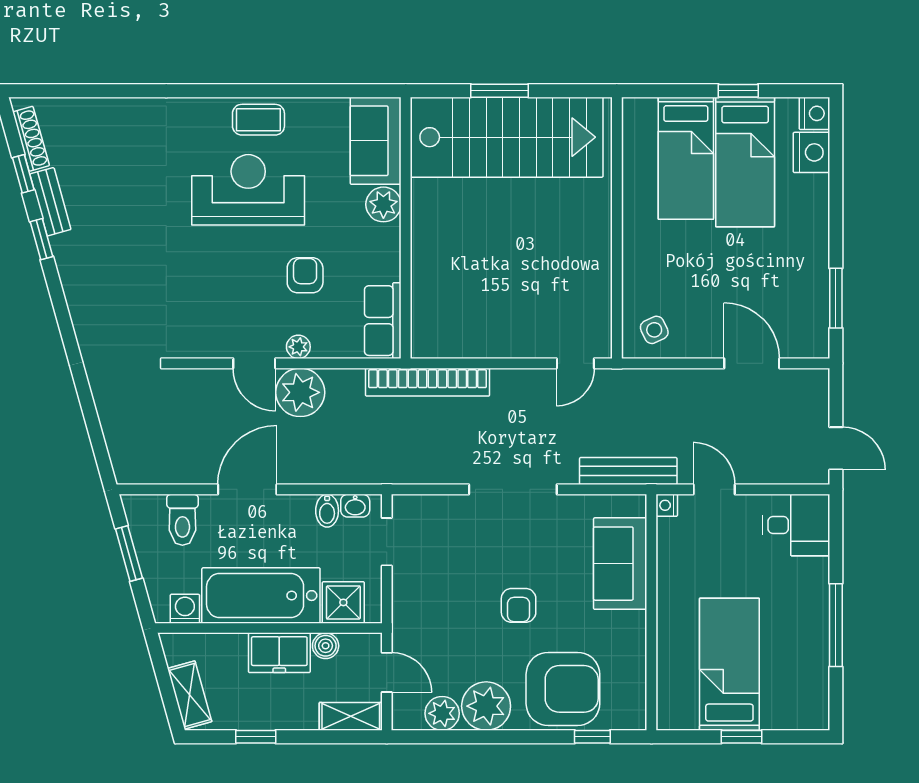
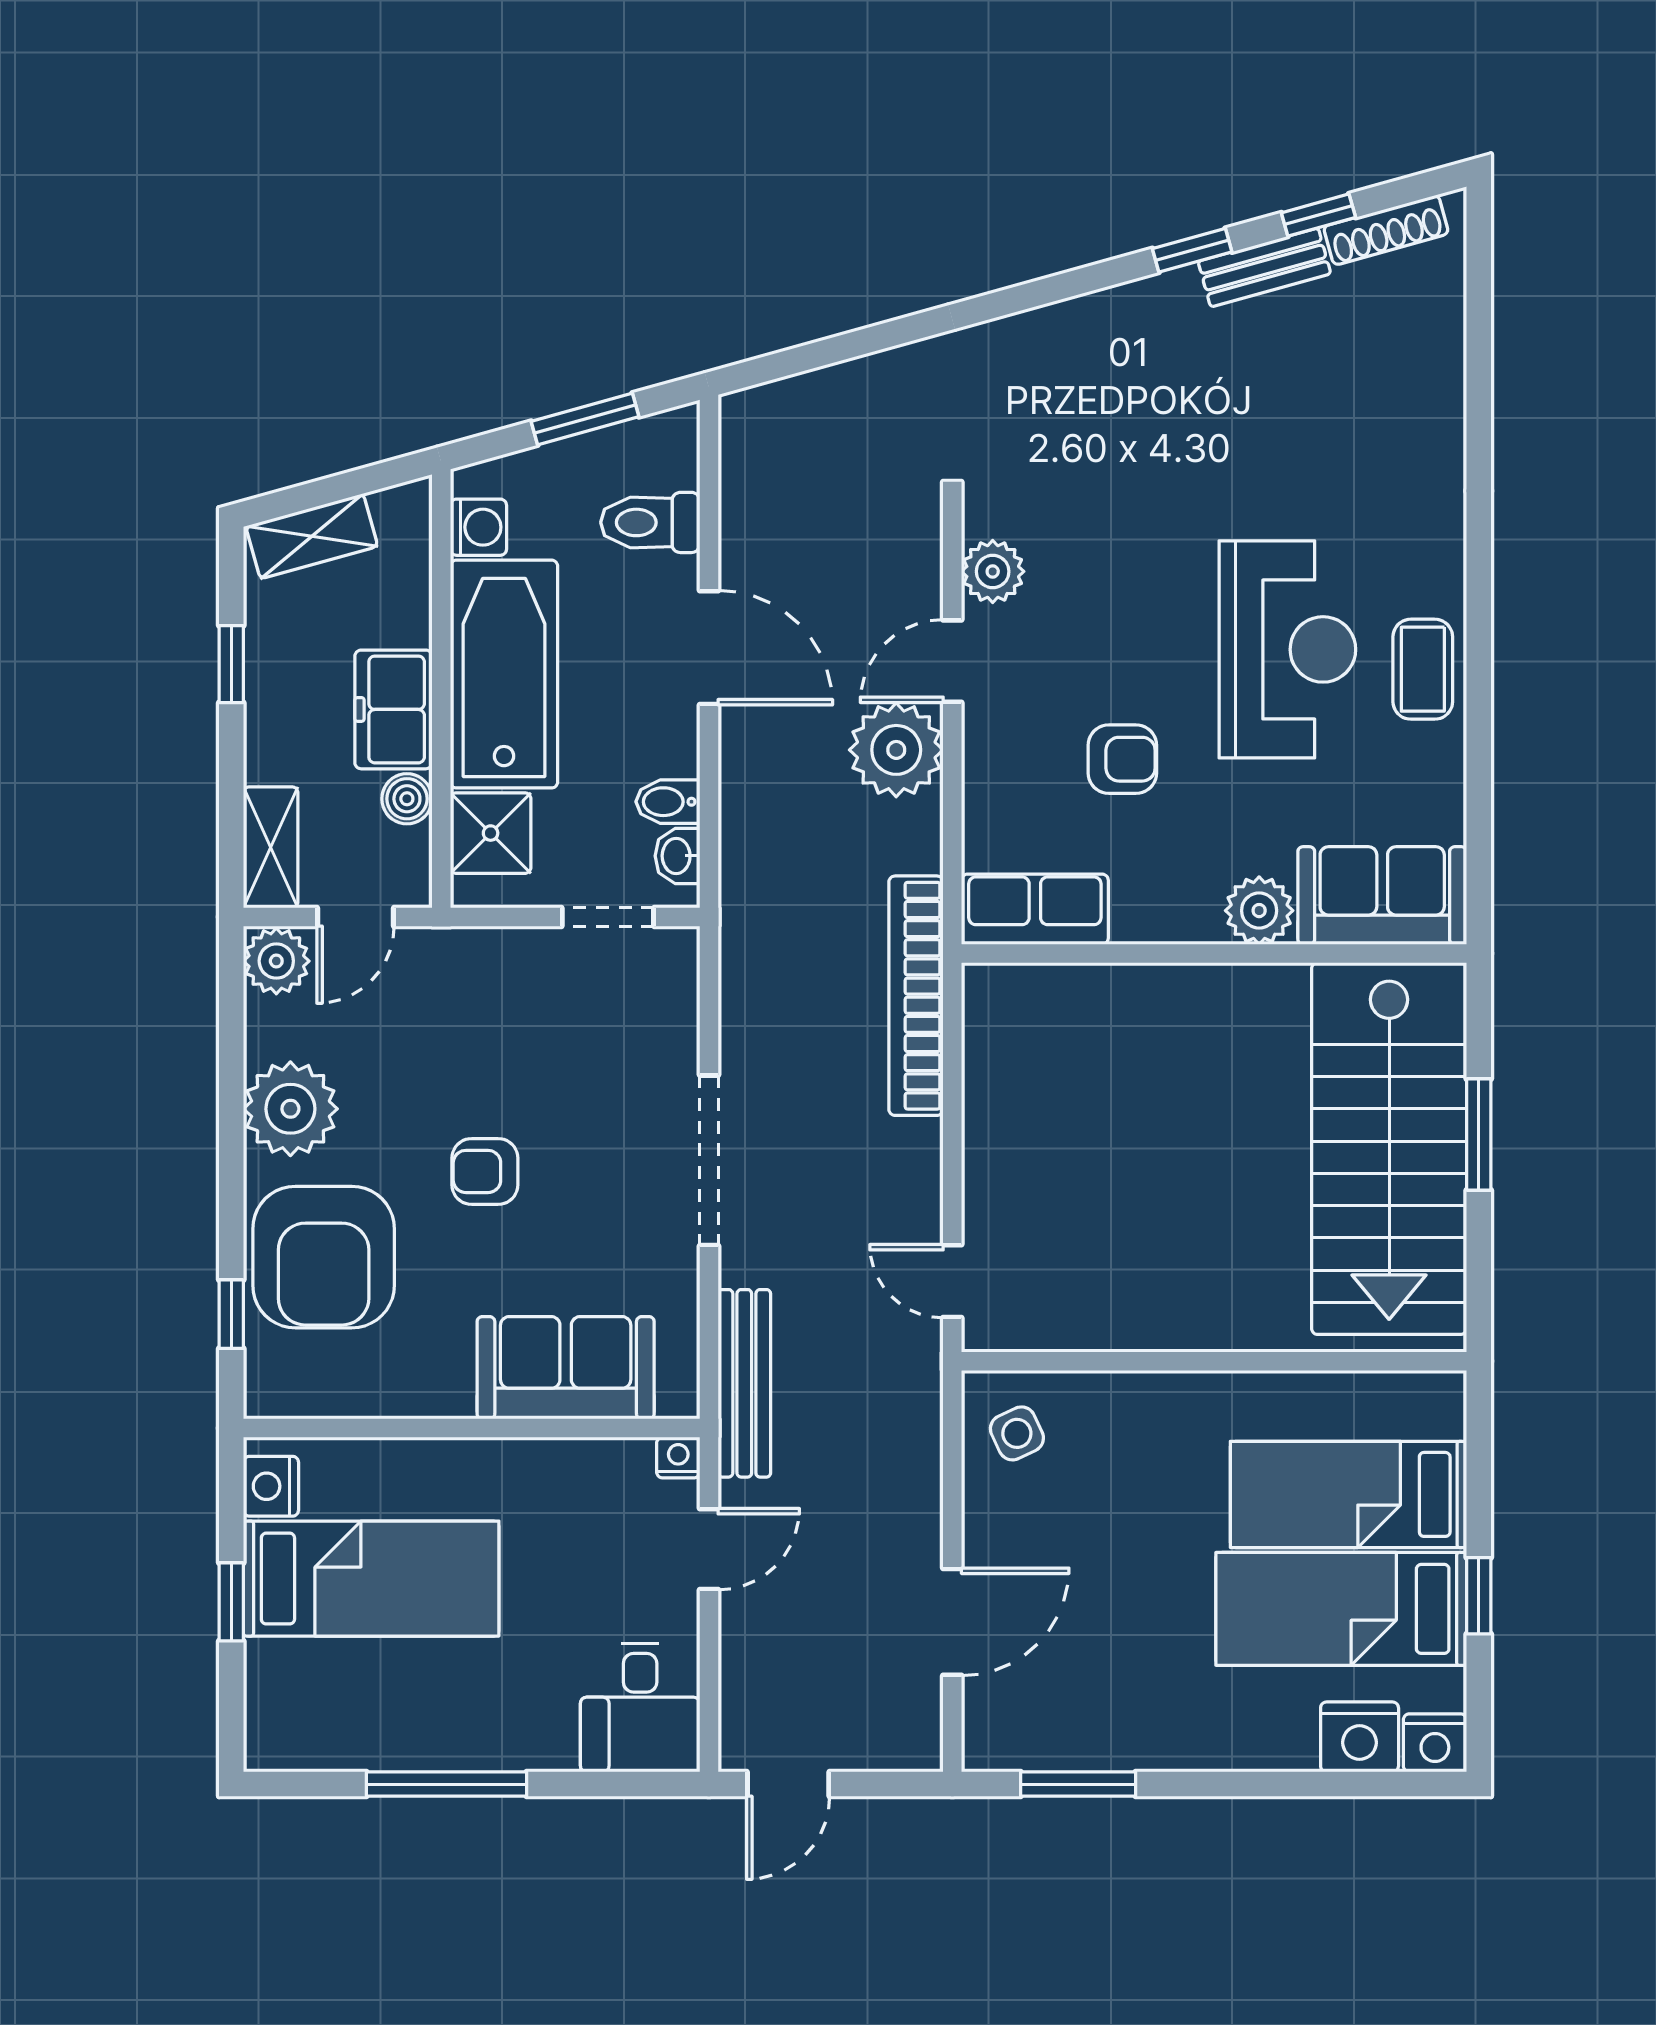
plant: (298, 347) -> (993, 571), moved, width x1.38, depth x1.38
plant: (442, 713) -> (276, 961), moved
nightstand: (682, 716) -> (271, 1486), added

